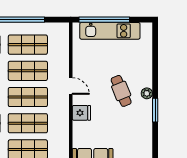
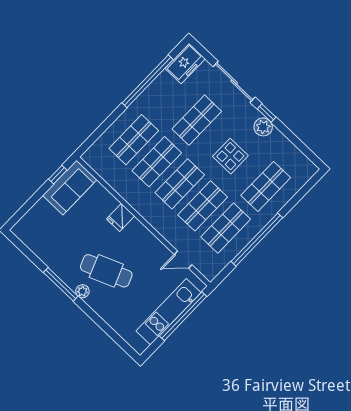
door: (71, 86) -> (183, 260), moved
cafe table: (121, 91) -> (106, 271), width x1.37, depth x1.35
window: (155, 110) -> (61, 284), width x1.44

